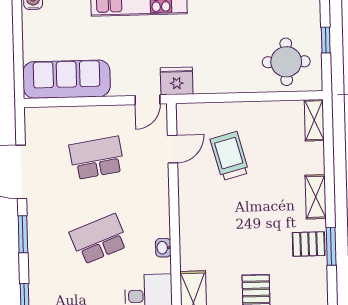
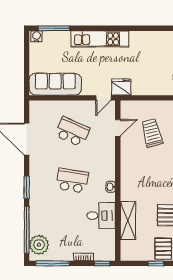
school desk: (97, 158) -> (72, 132), turned 33
window: (23, 234) -> (27, 187), moved
school desk: (99, 239) -> (72, 181), turned 30

